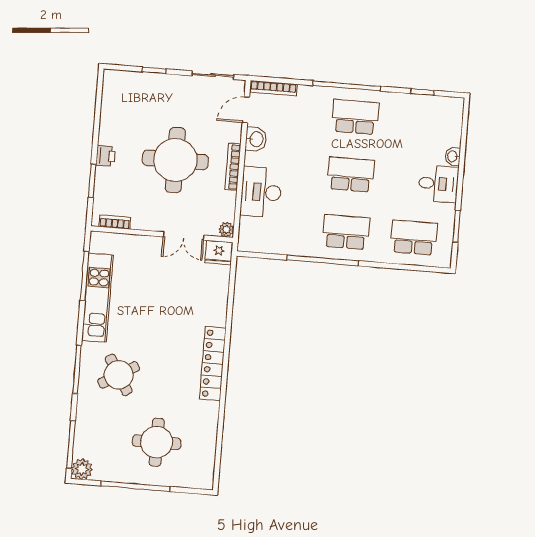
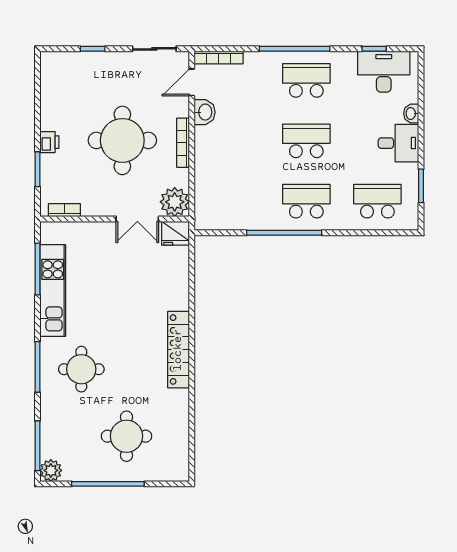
desk: (261, 192) -> (384, 72), moved, turned 90
plant: (226, 230) -> (175, 202), width x1.87, depth x1.87
round table: (119, 375) -> (81, 369), turned 31

